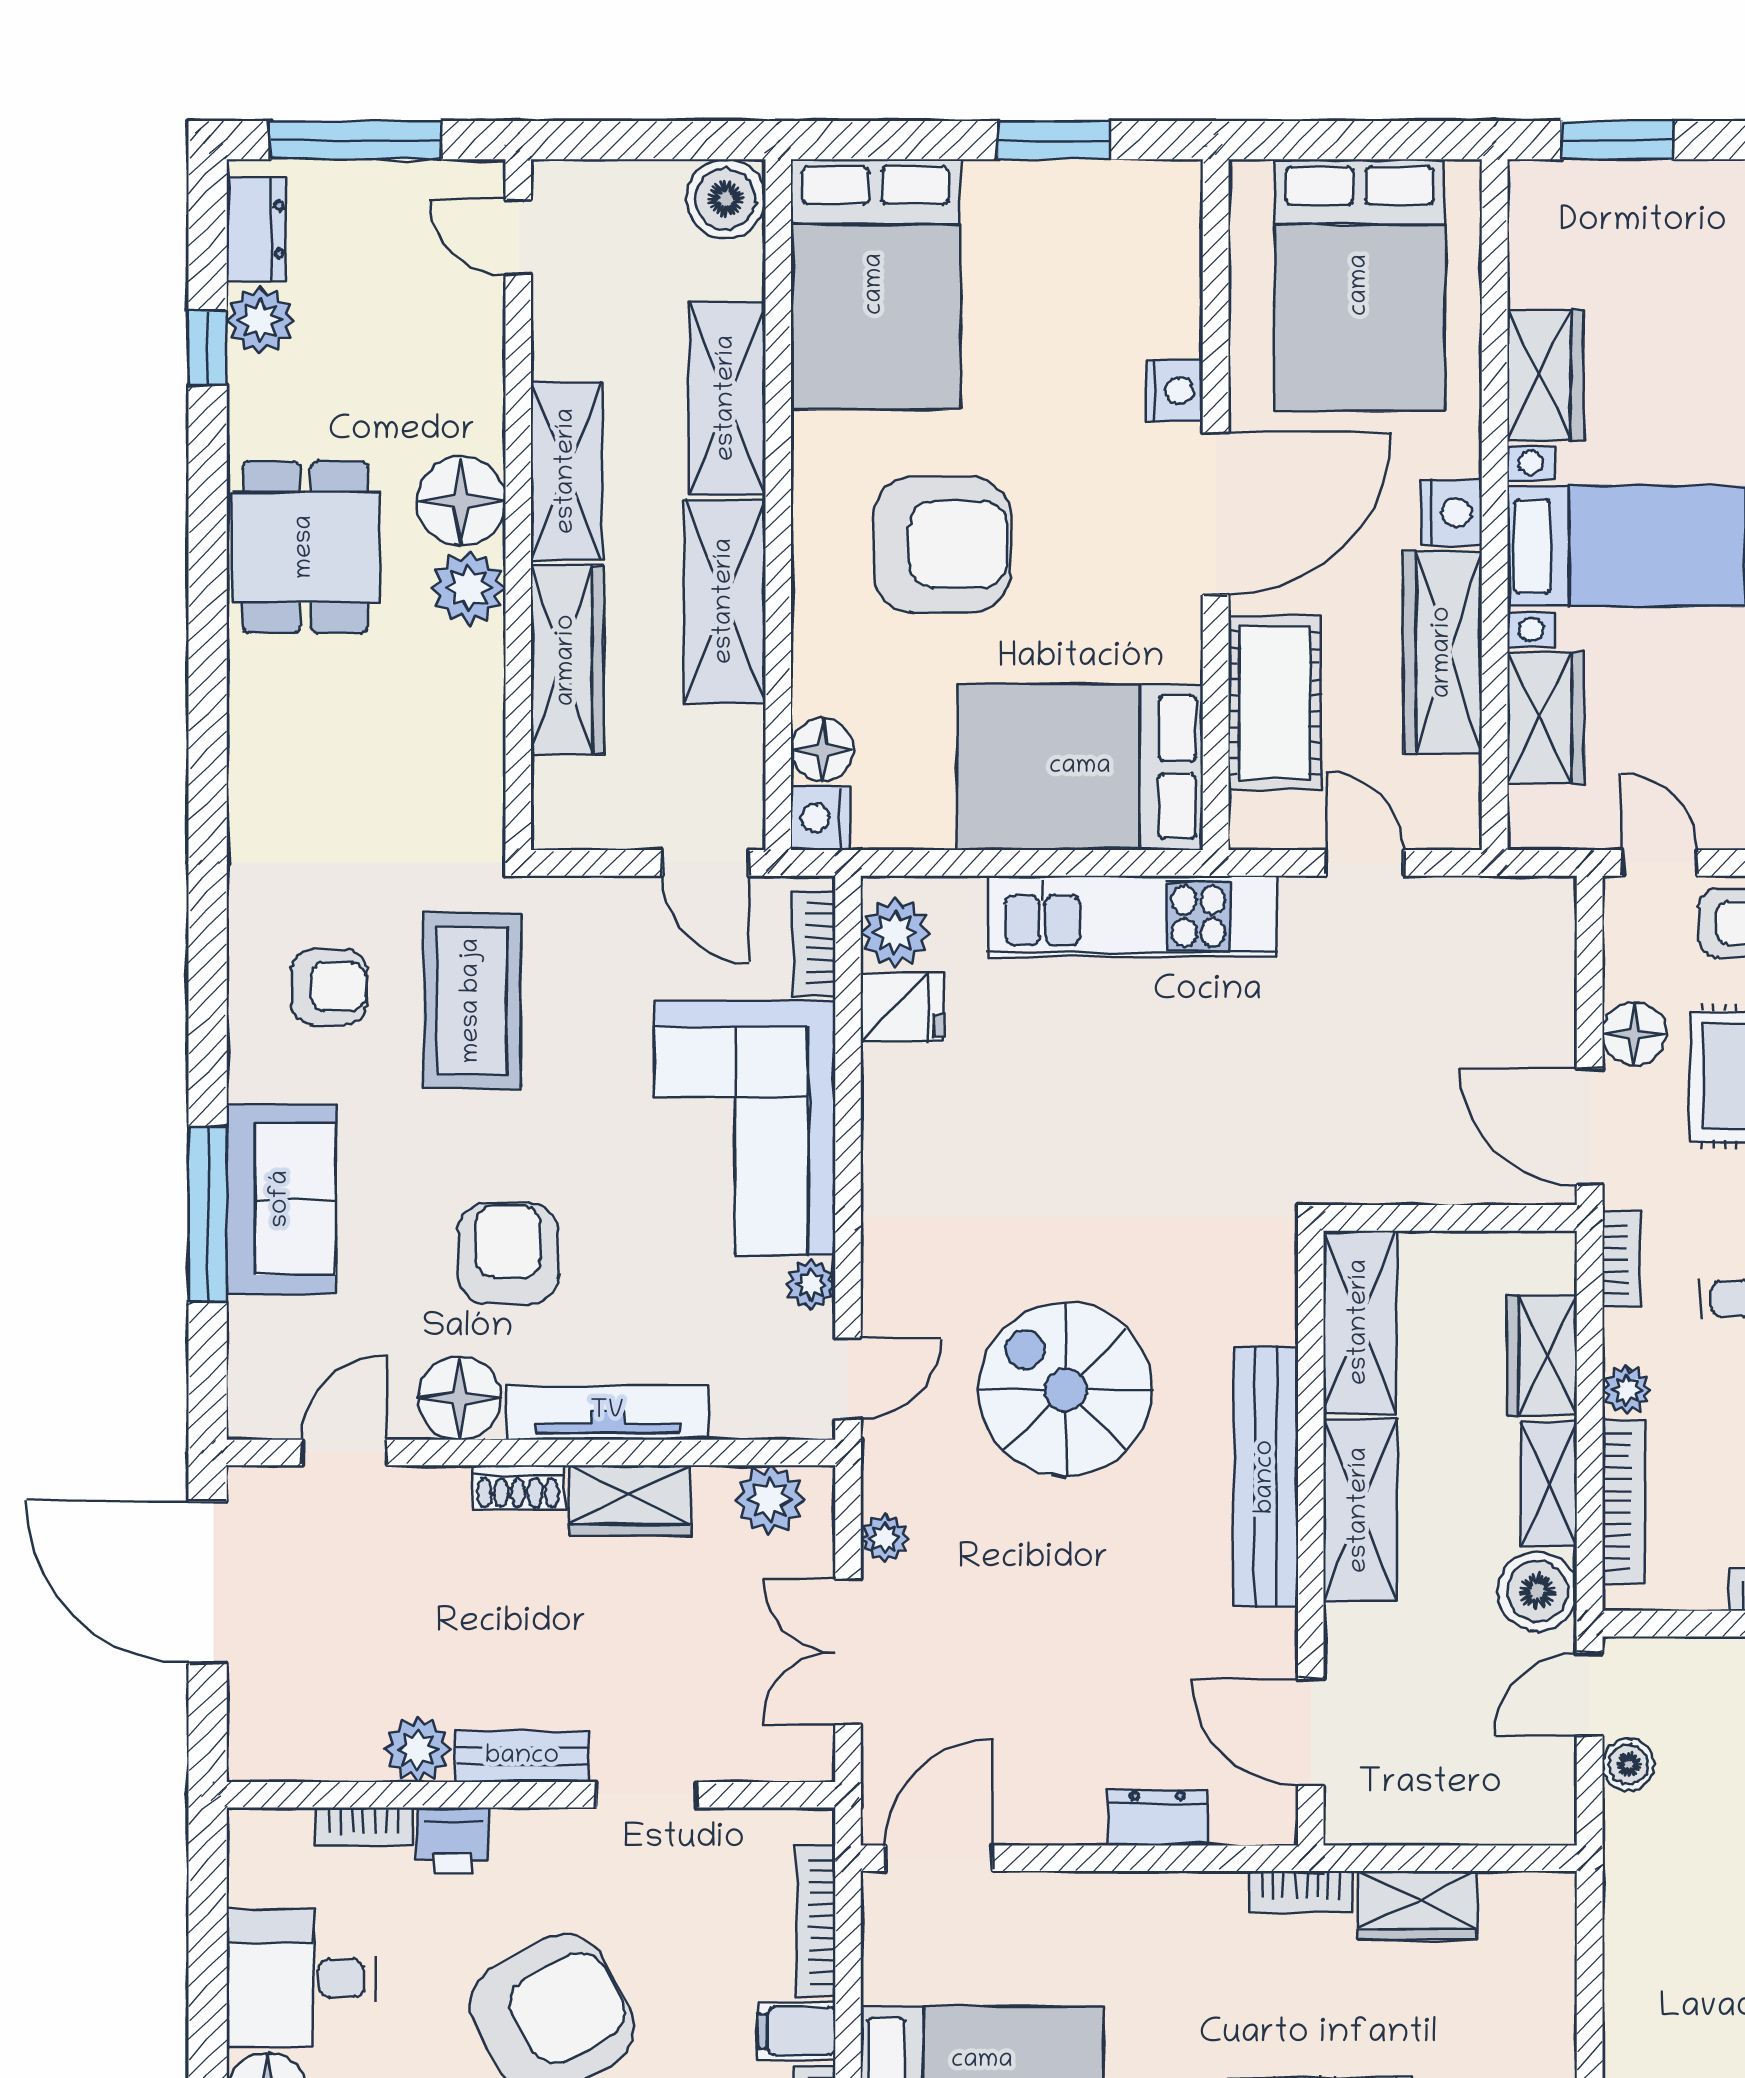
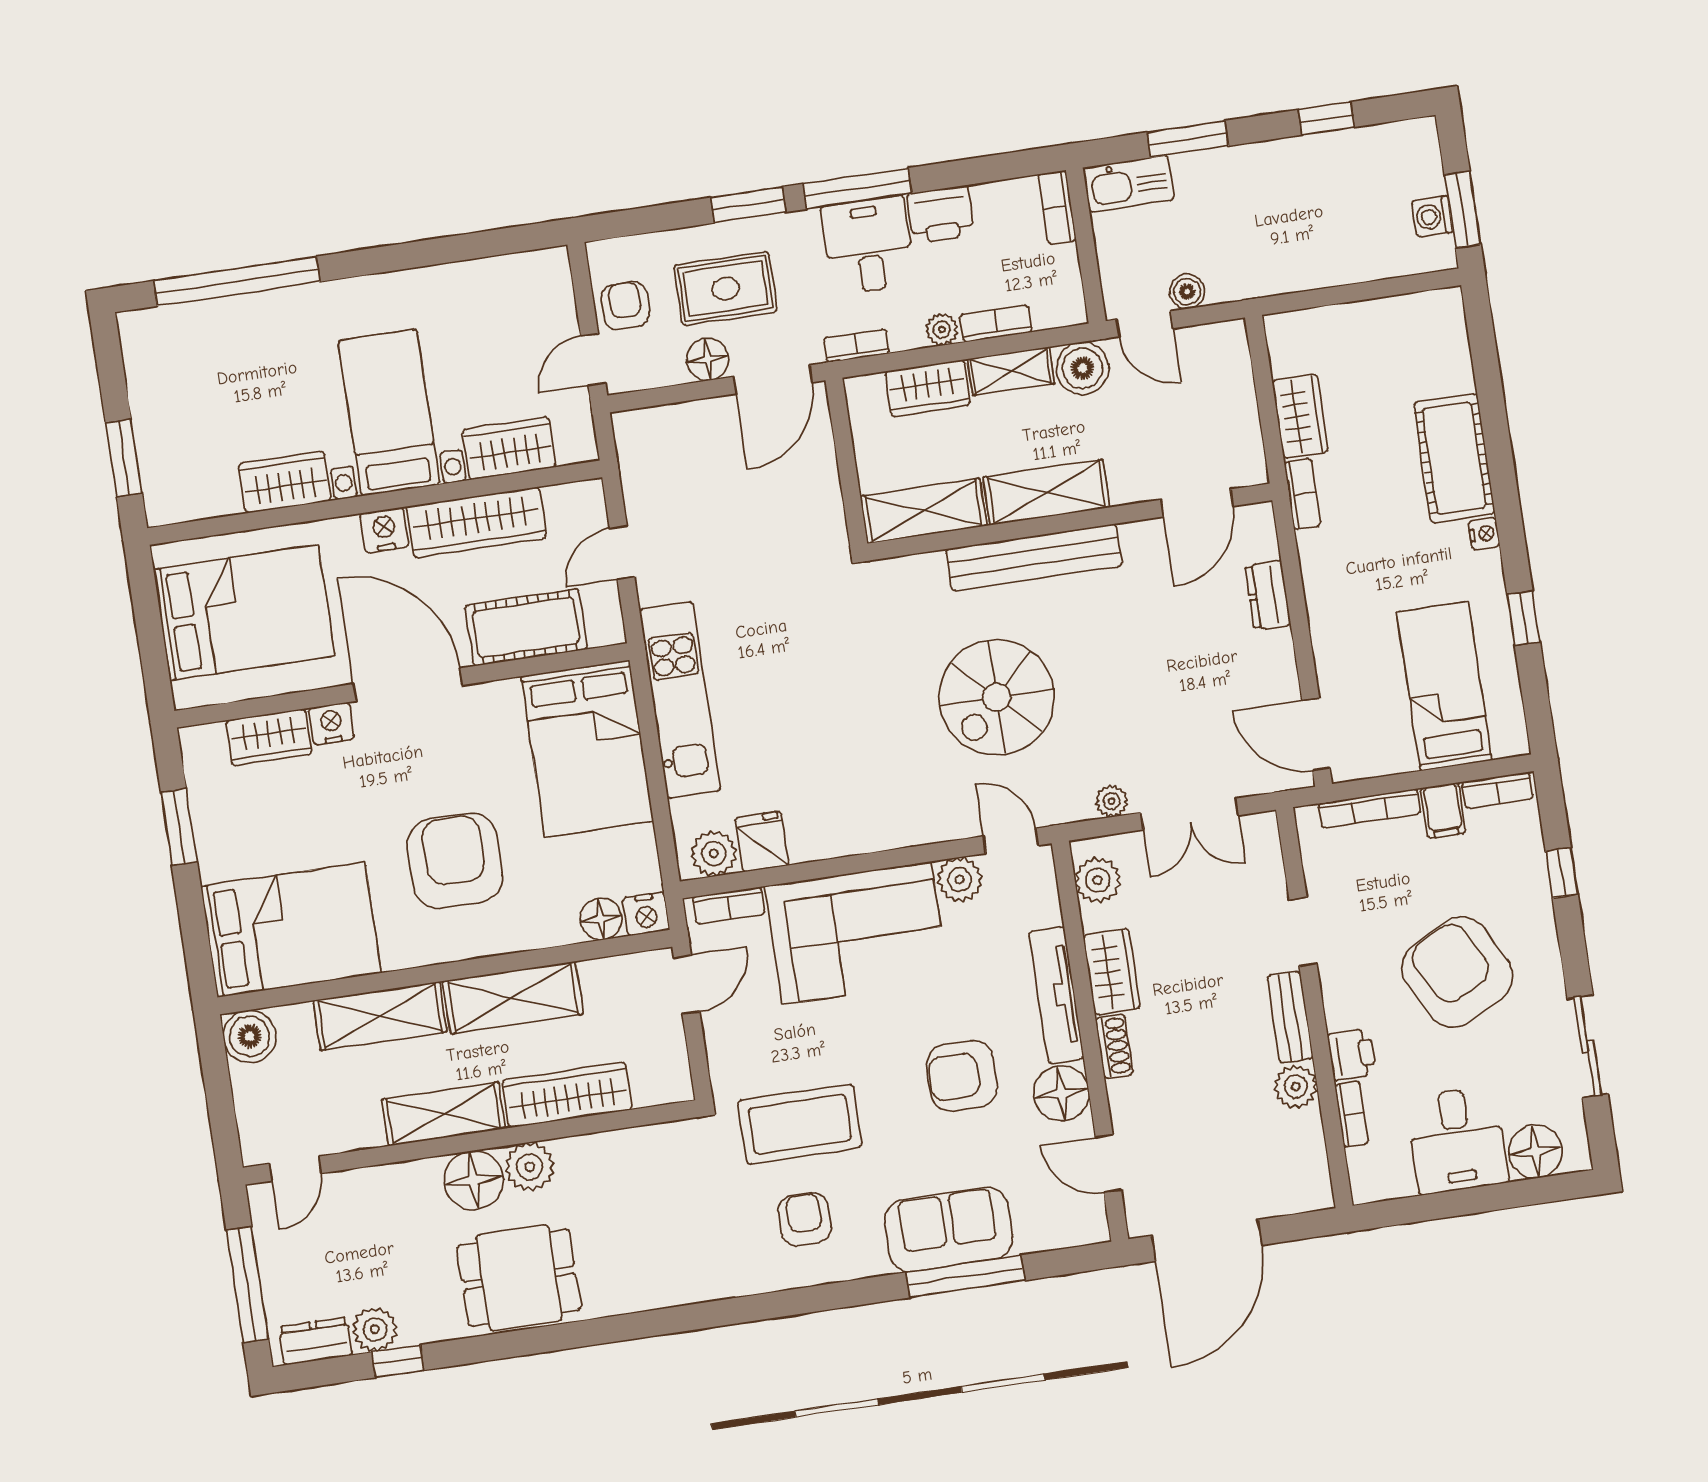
wardrobe: (1168, 294) -> (269, 737), added
plant: (811, 1285) -> (960, 879), width x1.38, depth x1.38
bookcase: (1623, 1501) -> (996, 324), width x0.64

